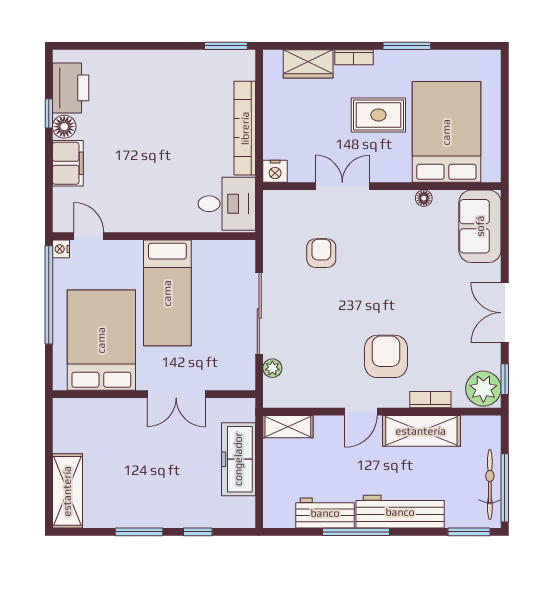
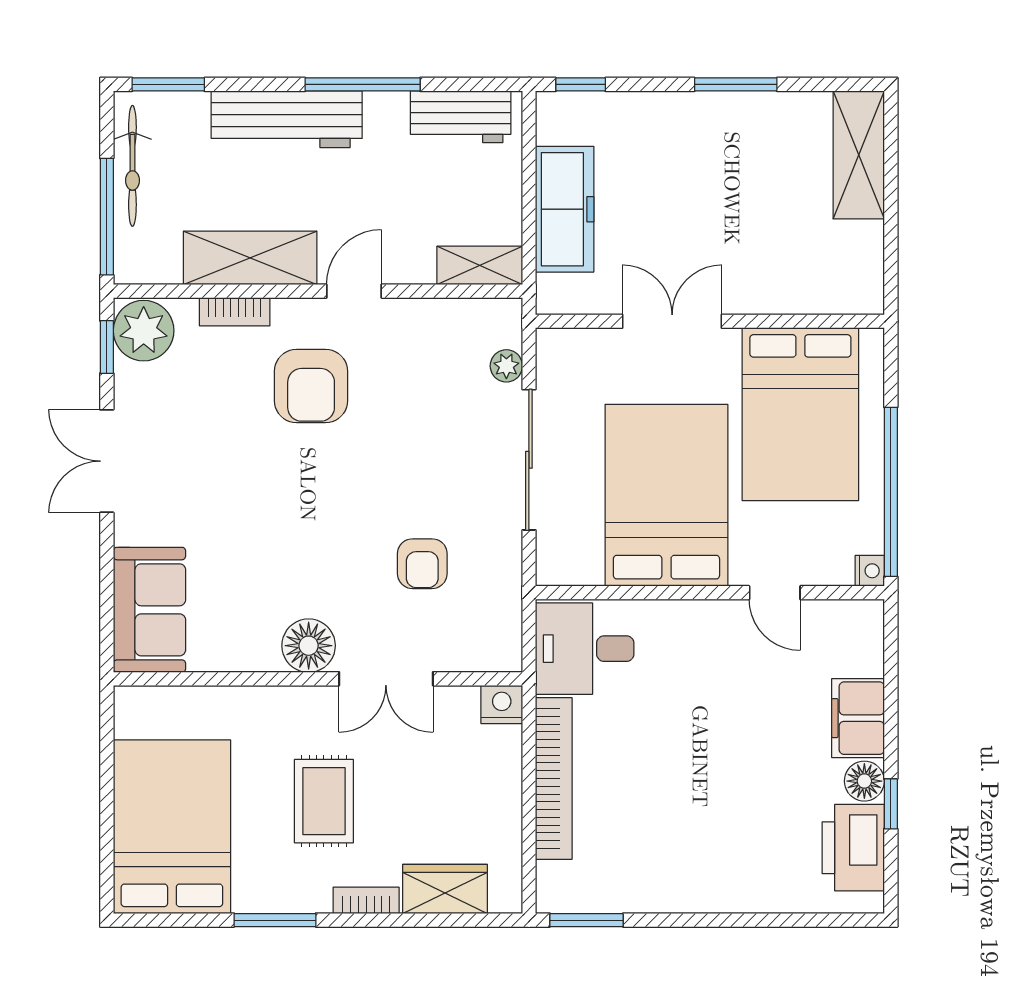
rug: (378, 115) -> (324, 801), turned 90
bed: (446, 132) -> (172, 827), moved, turned 180
floor lamp: (424, 198) -> (309, 646), moved, width x1.89, depth x1.89
door: (89, 236) -> (775, 593), moved
bed: (167, 293) -> (666, 495), width x1.50
double door: (505, 313) -> (107, 461), swing flipped
window: (505, 488) -> (107, 217), moved
workbench: (325, 513) -> (461, 117), moved
window: (198, 532) -> (581, 84), moved

